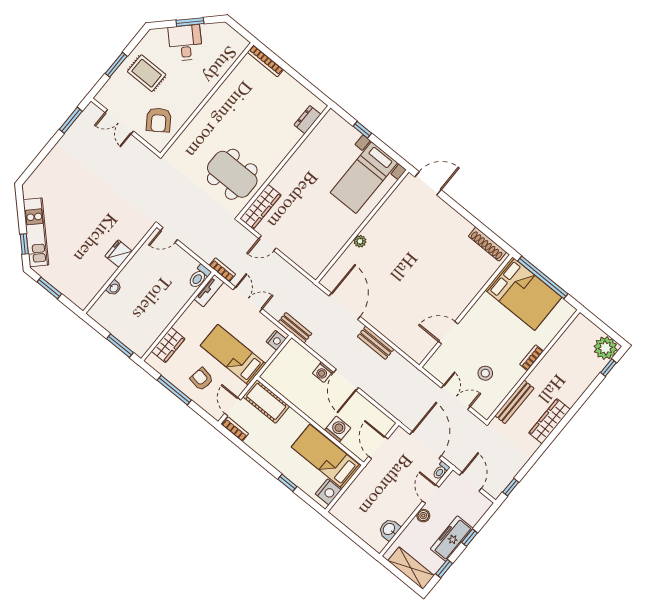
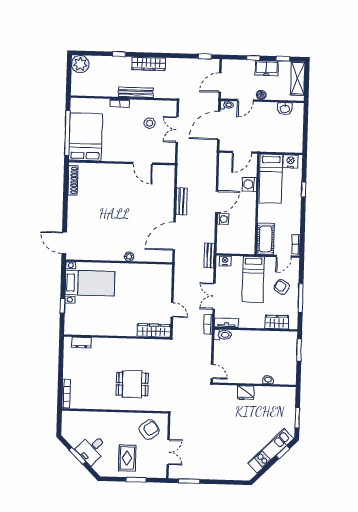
dining table: (232, 174) -> (132, 384), moved, width x0.73
window: (609, 368) -> (119, 54), moved
armchair: (202, 379) -> (282, 287), turned 112
bench: (514, 402) -> (136, 92), moved
freezer: (452, 539) -> (266, 68), width x0.71

